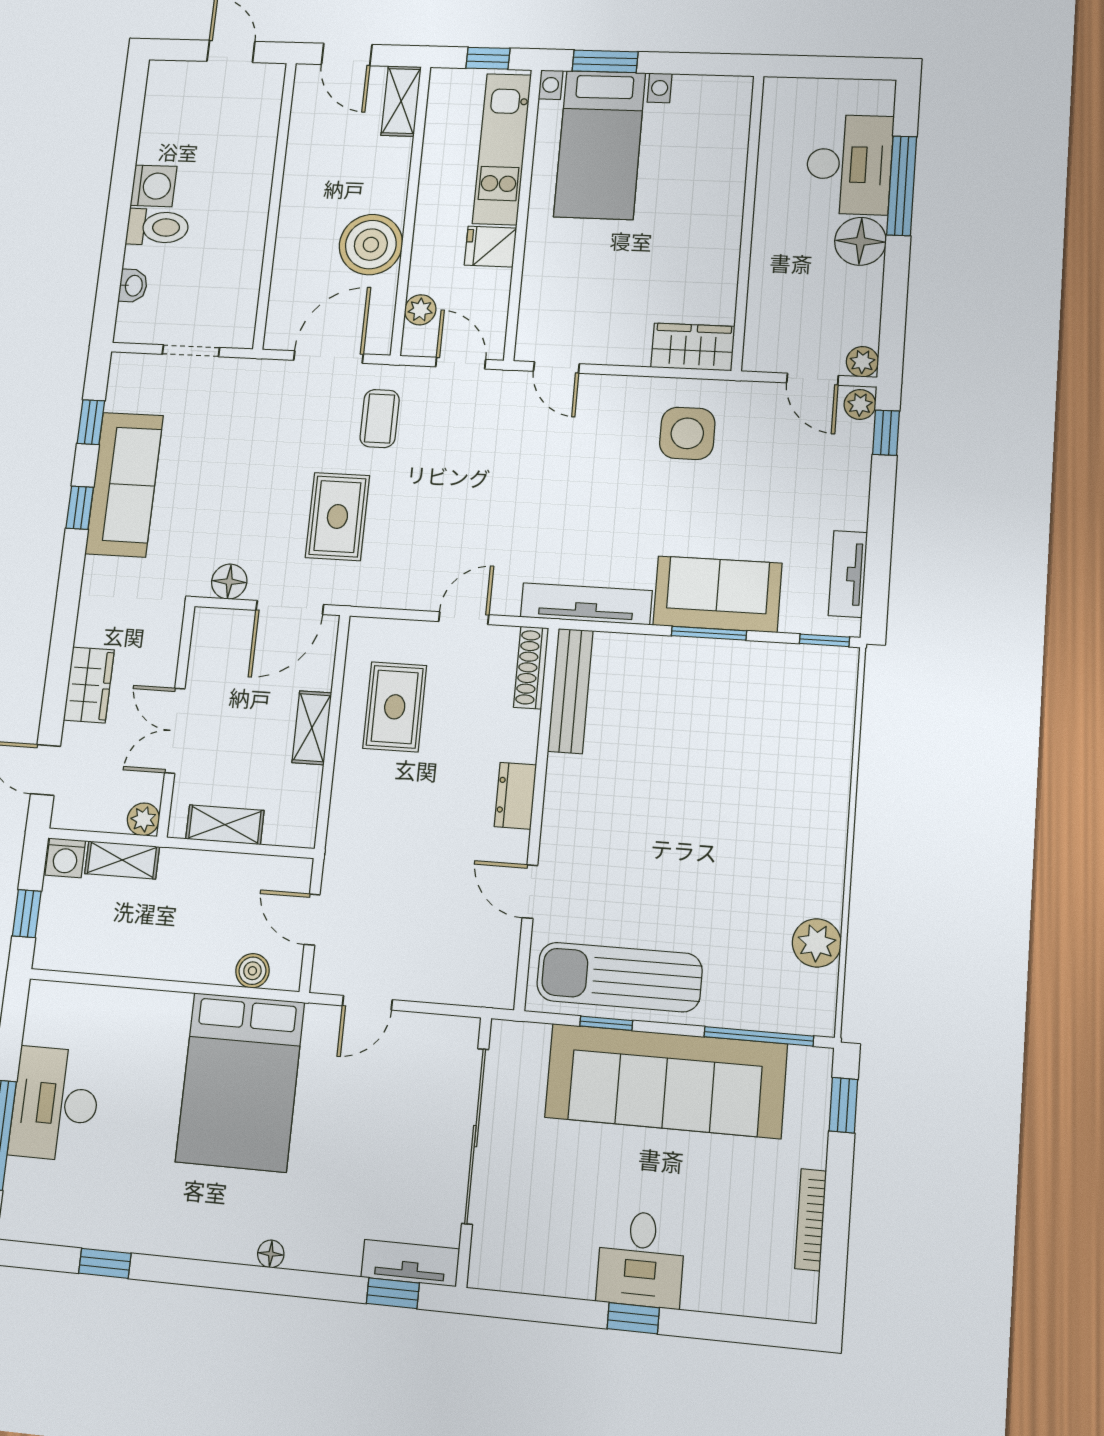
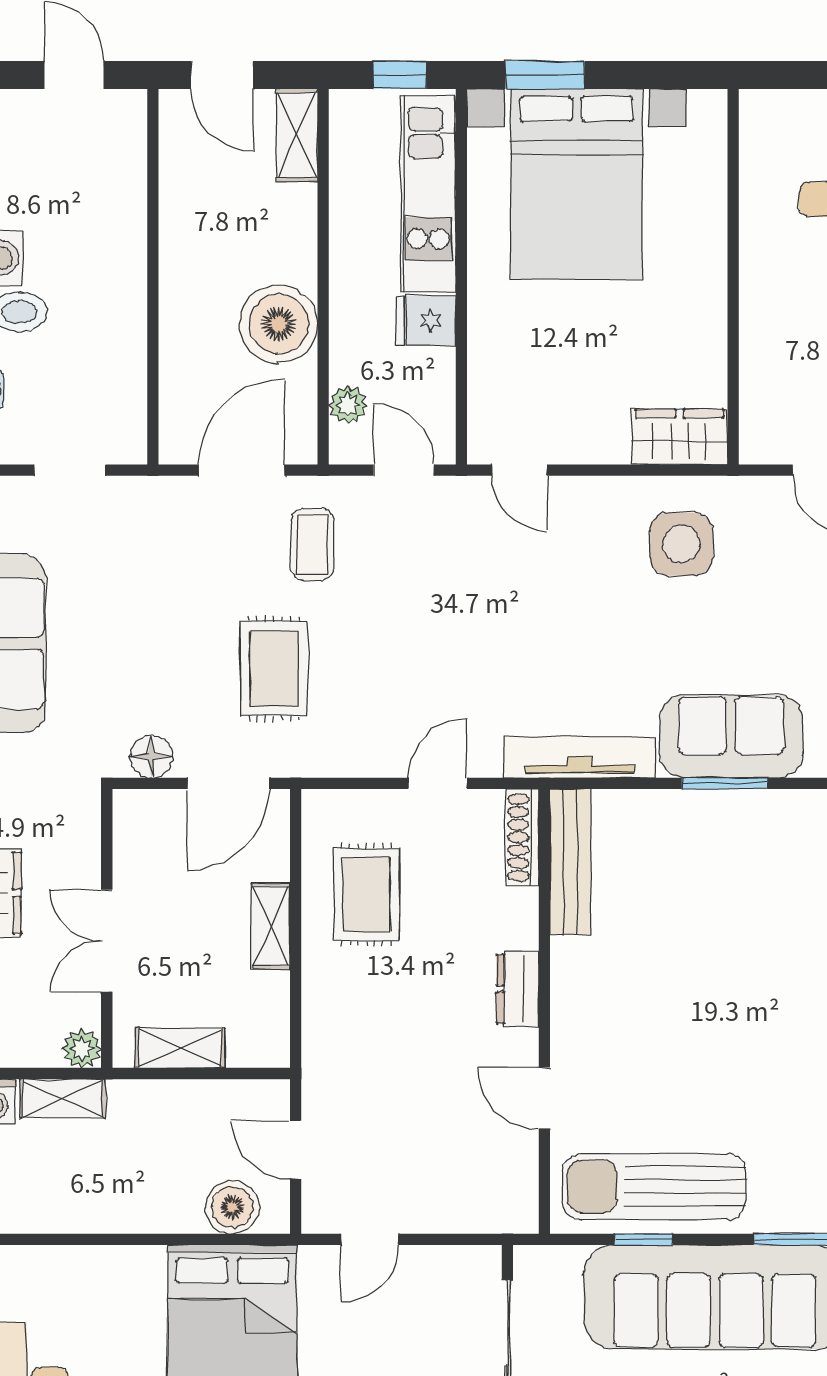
bed with nightstands: (600, 145) -> (577, 184), width x1.36
boiler: (252, 971) -> (232, 1207), width x1.36, depth x1.36

